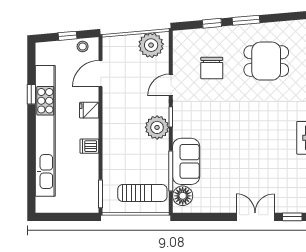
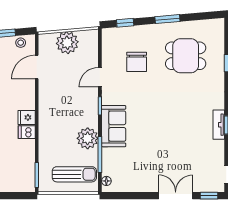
window: (212, 23) -> (125, 23), moved
plant: (151, 45) -> (67, 43), moved
fridge: (89, 110) -> (27, 117), moved
plant: (157, 127) -> (88, 138), moved
sofa: (186, 161) -> (114, 126), moved
floor lamp: (183, 196) -> (106, 181), width x0.53, depth x0.53

